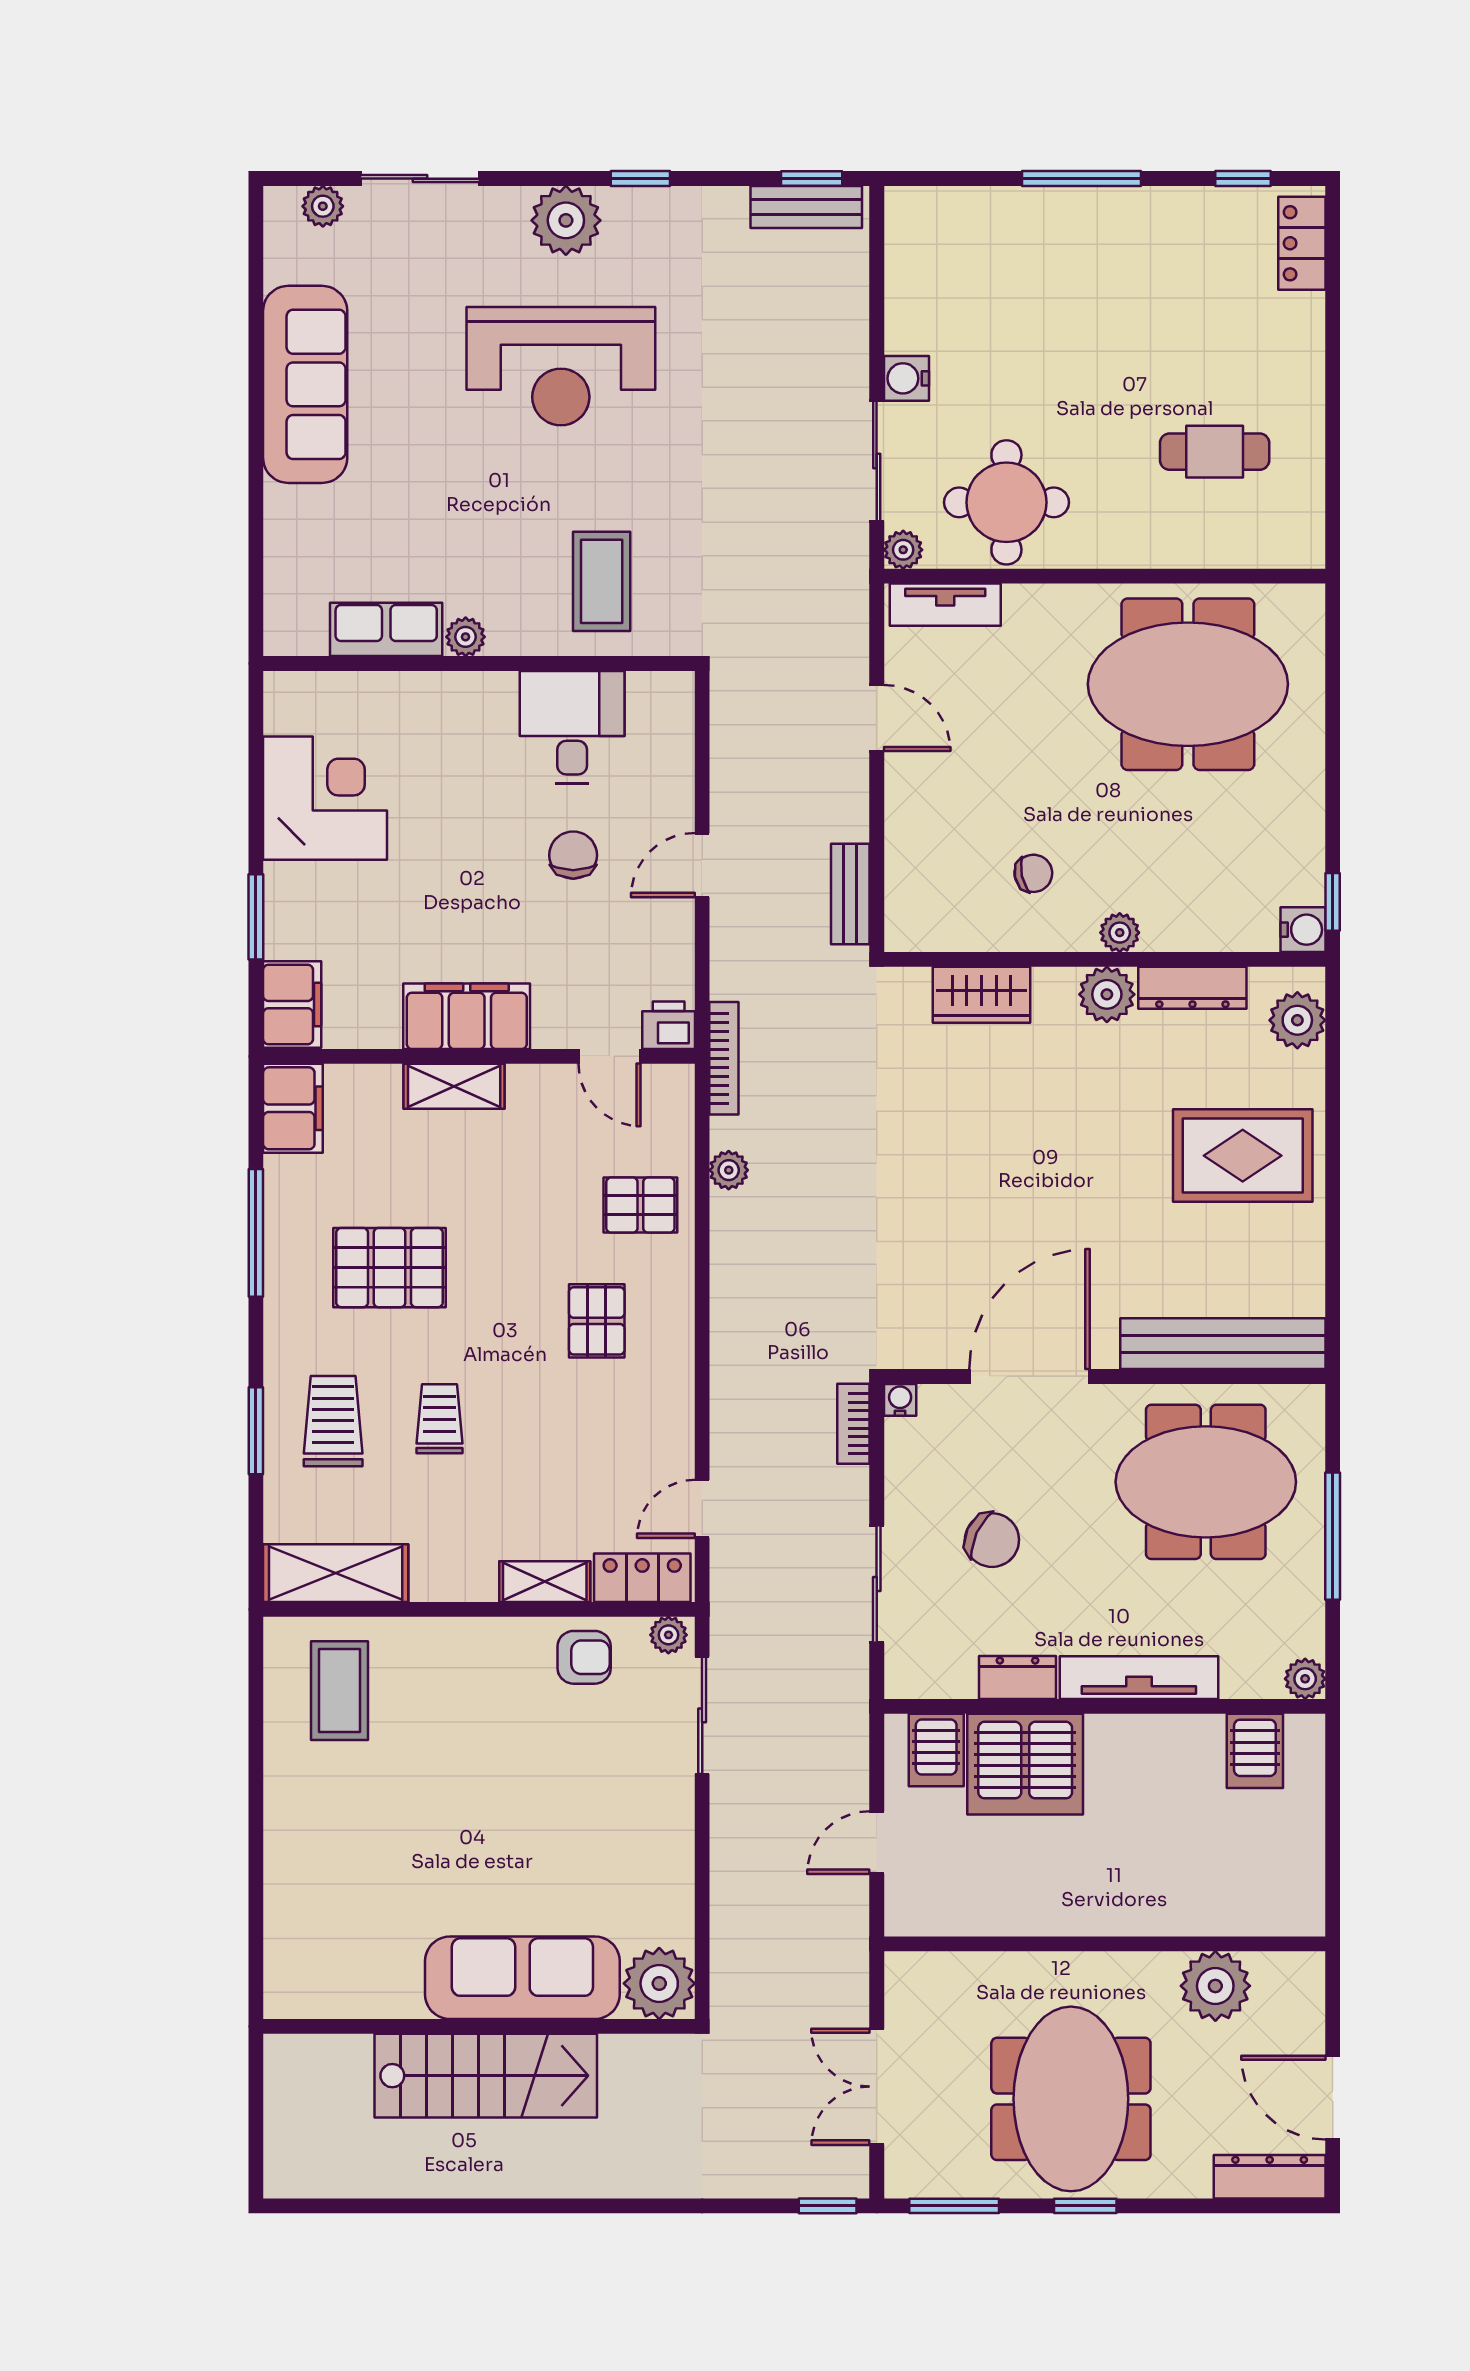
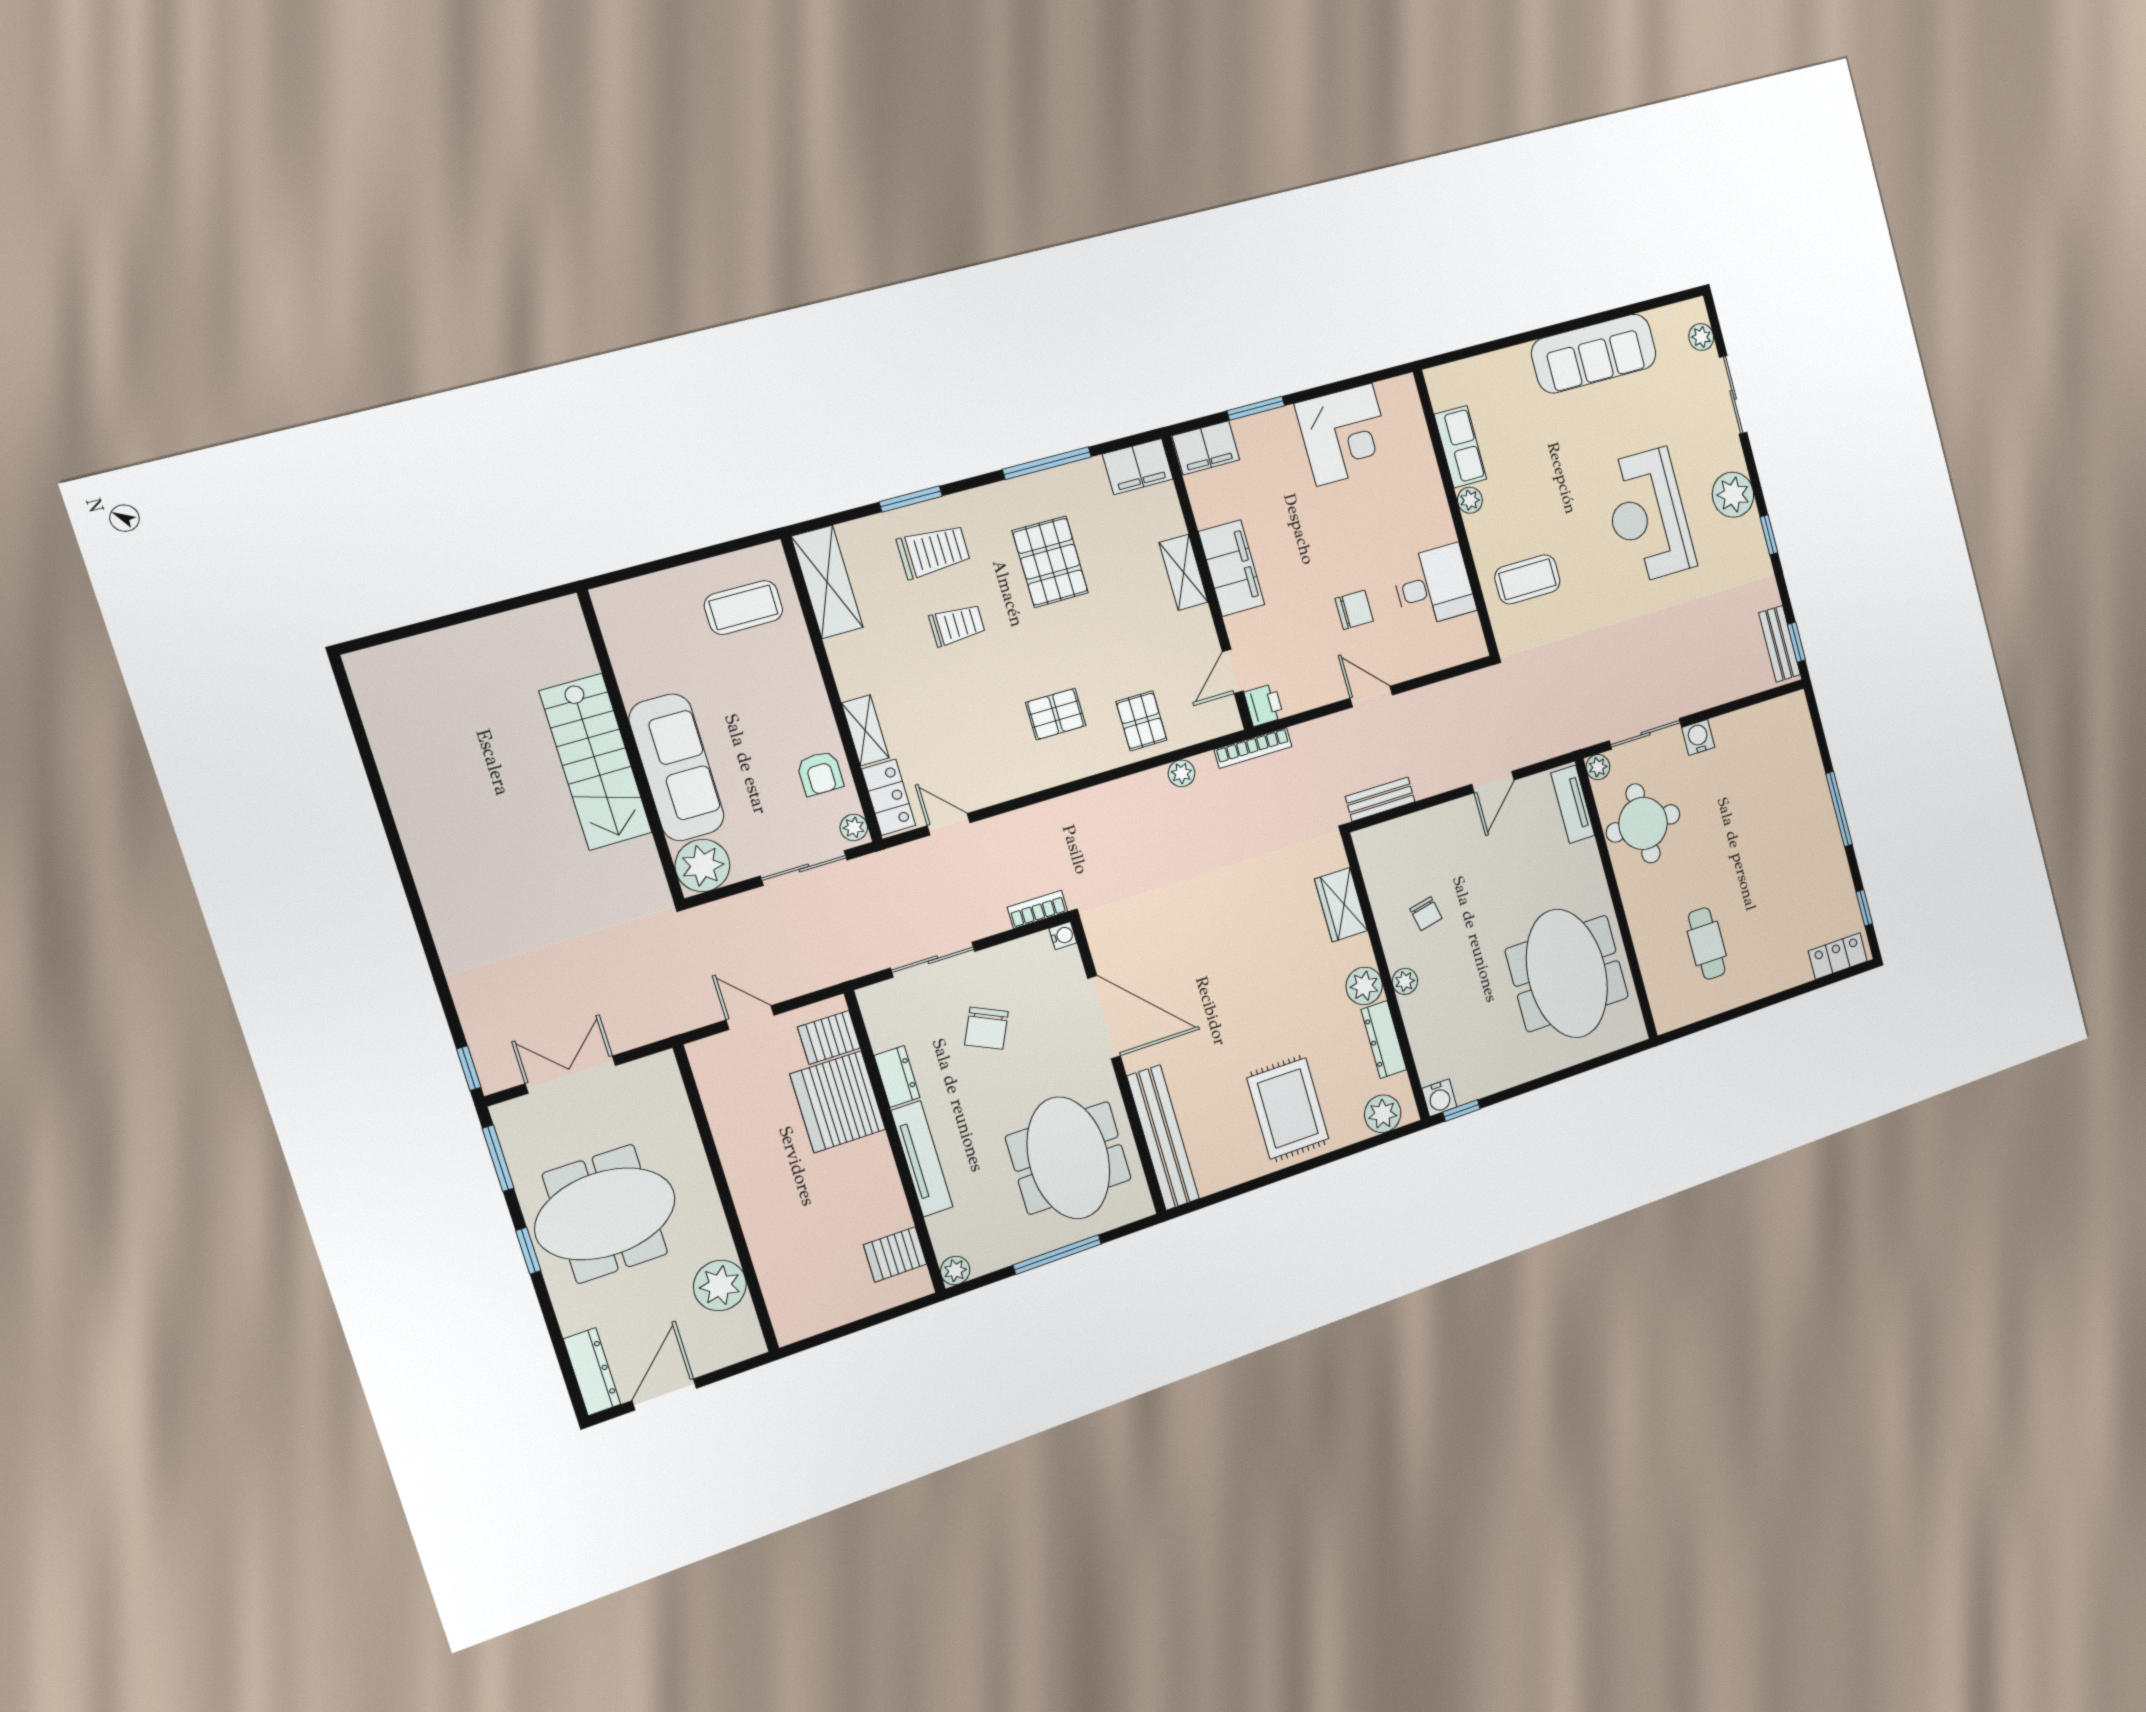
sofa: (522, 1978) -> (677, 767), moved
plant: (659, 1983) -> (703, 866), moved
wall: (479, 2026) -> (631, 747), moved
stairs: (486, 2076) -> (596, 762), moved

